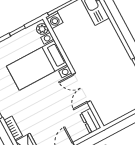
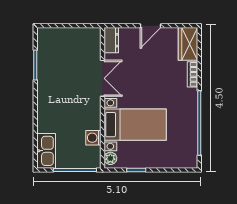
washing machine: (54, 20) -> (93, 138), moved, turned -90

